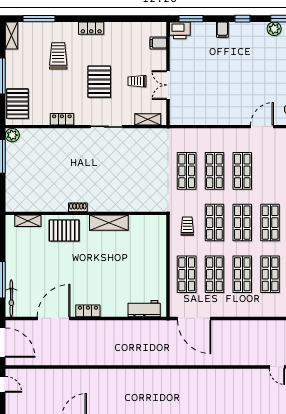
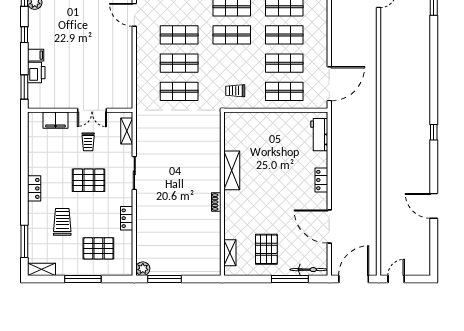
printer: (180, 30) -> (36, 73), moved
filing cabinet: (158, 43) -> (55, 120), width x2.00
trolley: (58, 56) -> (62, 222), turned 90
pallet: (18, 104) -> (98, 248), moved
shop shelf: (214, 223) -> (232, 63), removed
pallet: (64, 231) -> (266, 249), moved
locker: (88, 311) -> (321, 180), moved

